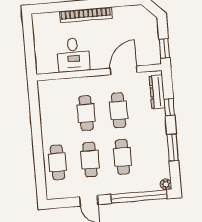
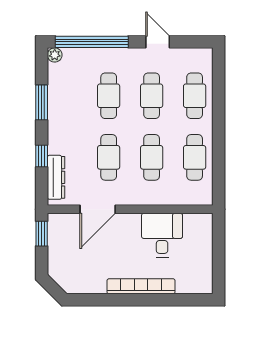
cafe table: (54, 116) -> (195, 157), added

